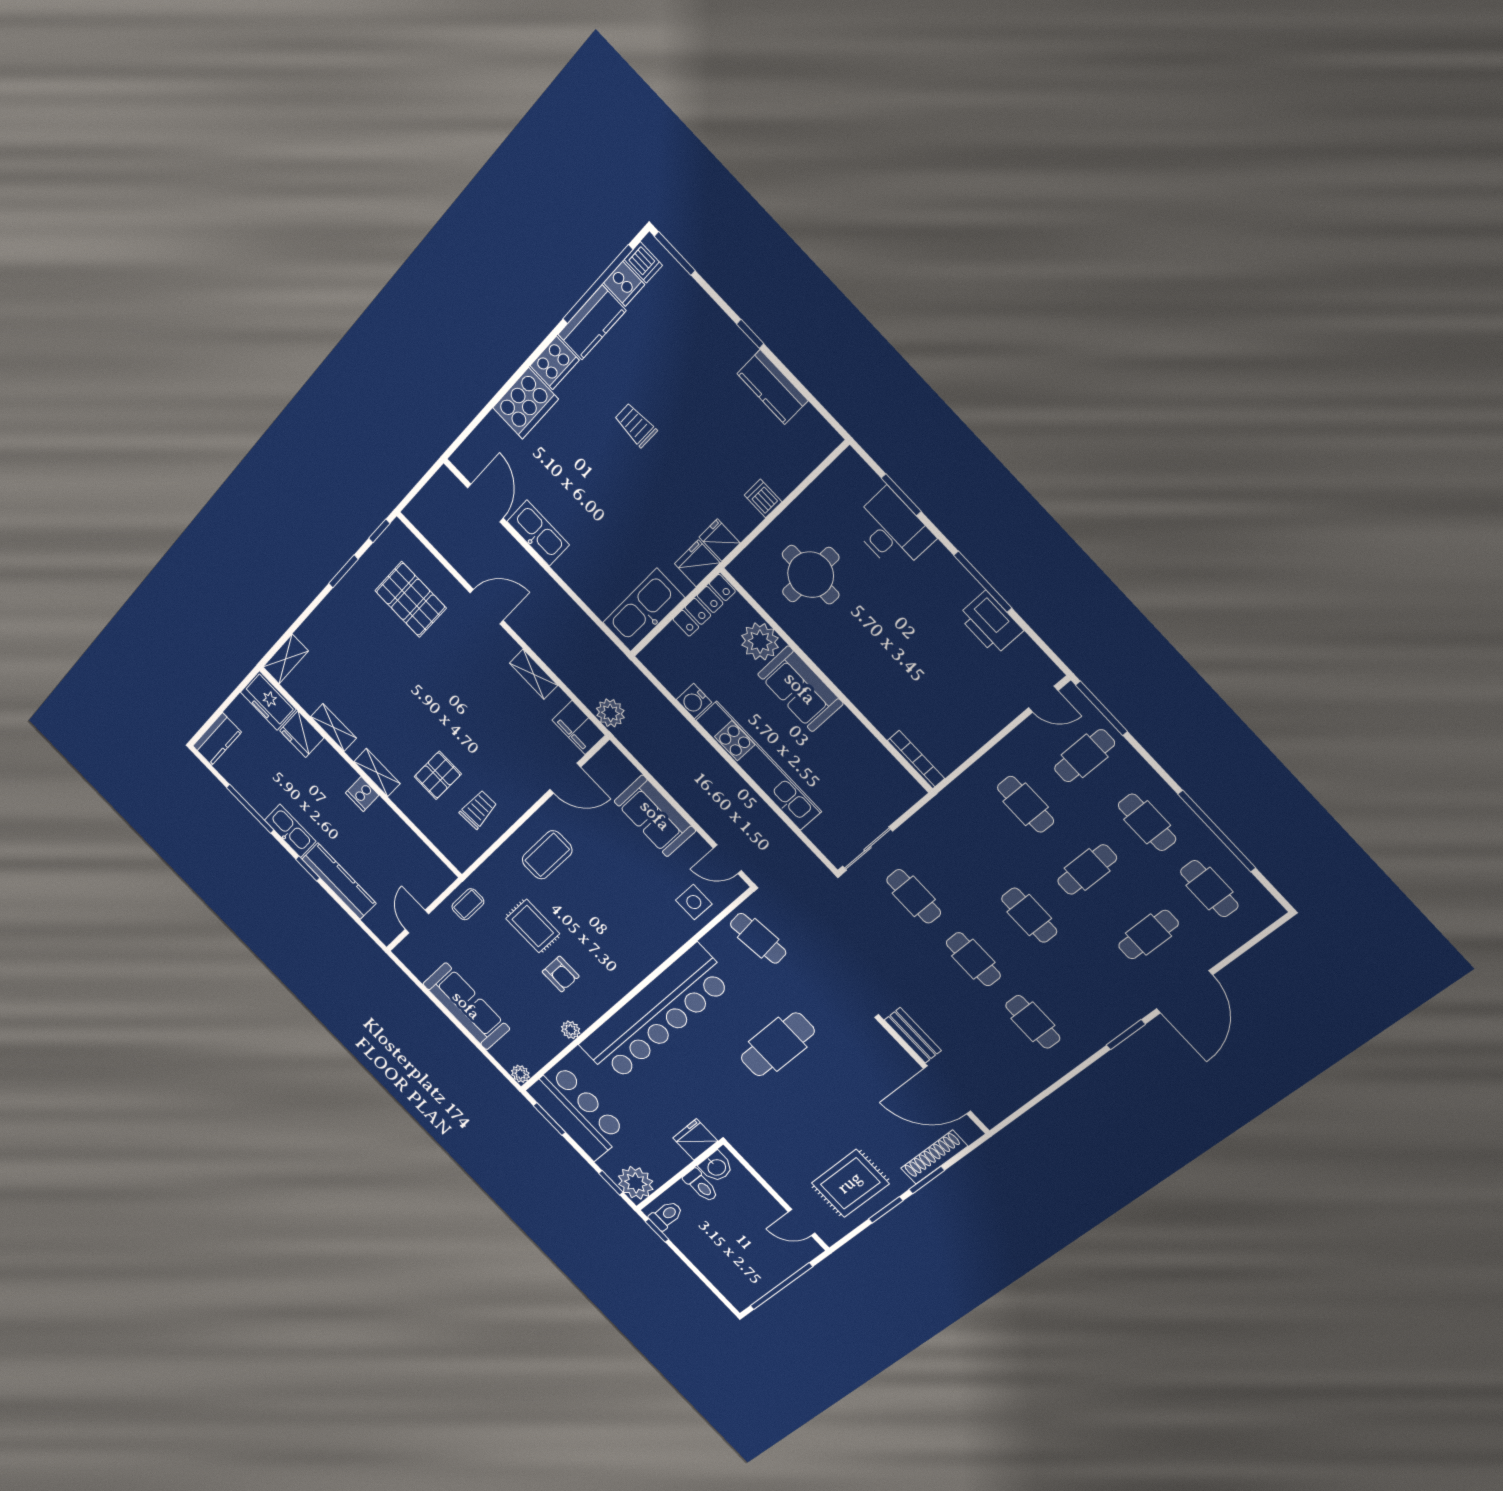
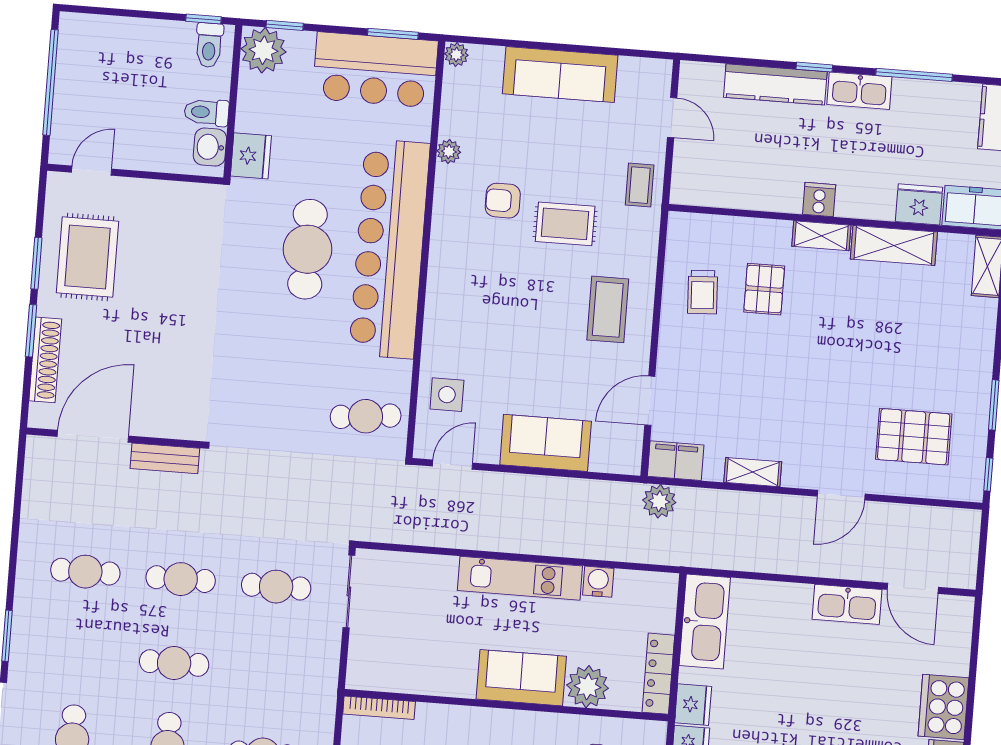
shelving: (334, 727) -> (894, 245), width x1.50, depth x1.33
kitchen unit: (759, 766) -> (520, 578), width x0.73
cafe table: (778, 1044) -> (307, 249), moved

